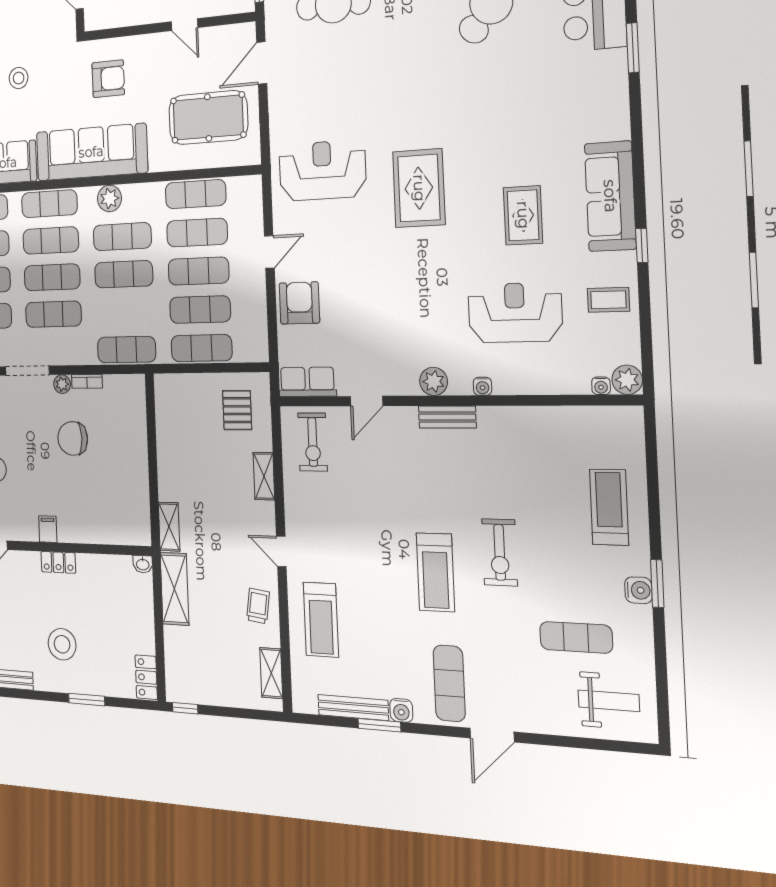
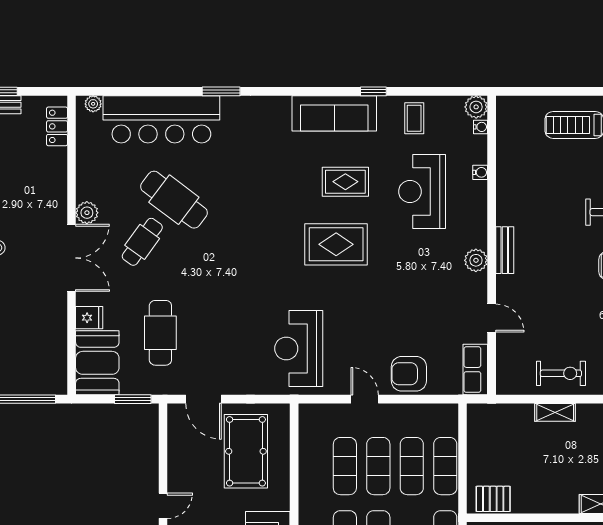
door: (184, 25) -> (163, 506), moved
rug: (419, 188) -> (336, 244), moved
exercise mat: (196, 194) -> (311, 466), removed
water cooler: (482, 386) -> (480, 172), moved
pallet: (237, 410) -> (493, 499), moved
exercise bike: (313, 442) -> (561, 373), moved

